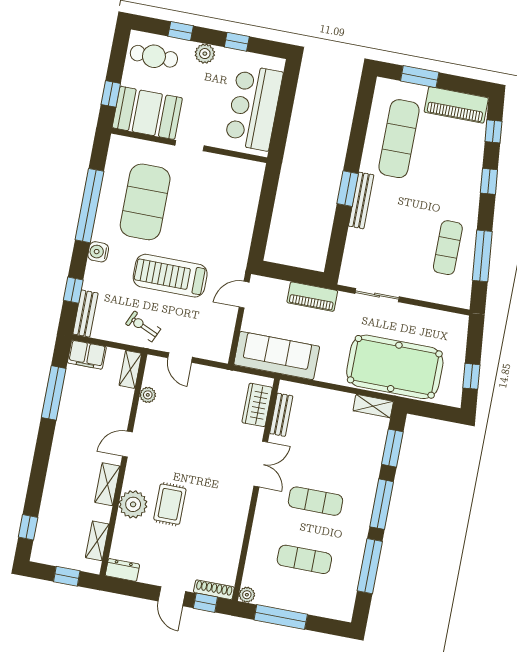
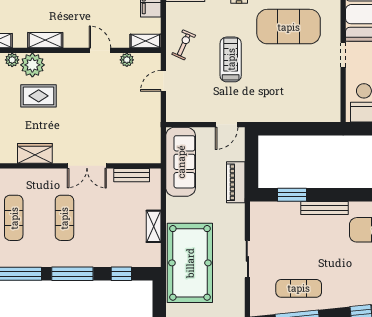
window: (348, 189) -> (292, 195), moved
treadmill: (170, 276) -> (231, 59), width x0.73, depth x0.73
door: (244, 295) -> (227, 125), swing flipped
sliding door: (377, 295) -> (247, 259), moved
wardrobe: (257, 405) -> (35, 153), moved
shelving: (373, 406) -> (154, 226), moved
door: (127, 444) -> (100, 50), moved
window: (392, 448) -> (121, 274), width x0.67
plant: (123, 527) -> (12, 60), added

